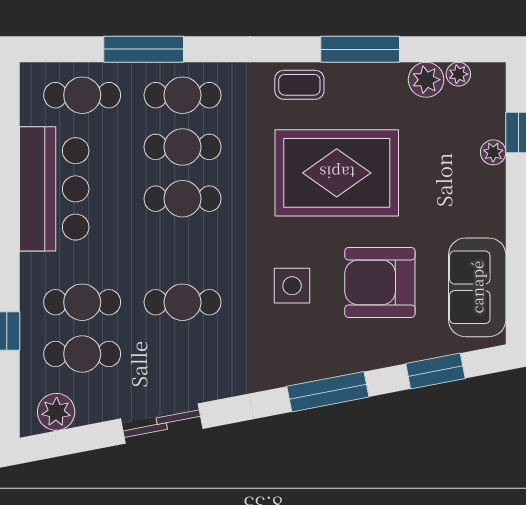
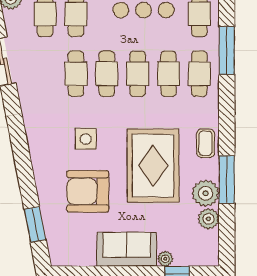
plant: (458, 74) -> (206, 193), moved, width x1.88, depth x1.88
cafe table: (183, 250) -> (107, 74), added
armchair: (380, 282) -> (88, 191), turned -90
sofa: (477, 287) -> (127, 249), moved
window: (328, 392) -> (23, 160), removed

